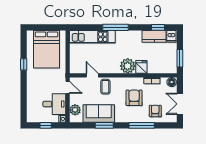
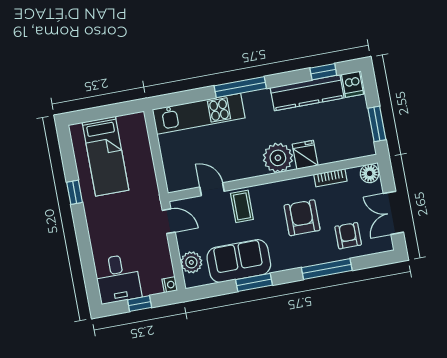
kitchen counter: (154, 36) -> (307, 93), width x1.50
bed: (47, 49) -> (106, 156), width x0.67
desk: (54, 104) -> (118, 279), moved, turned 90

